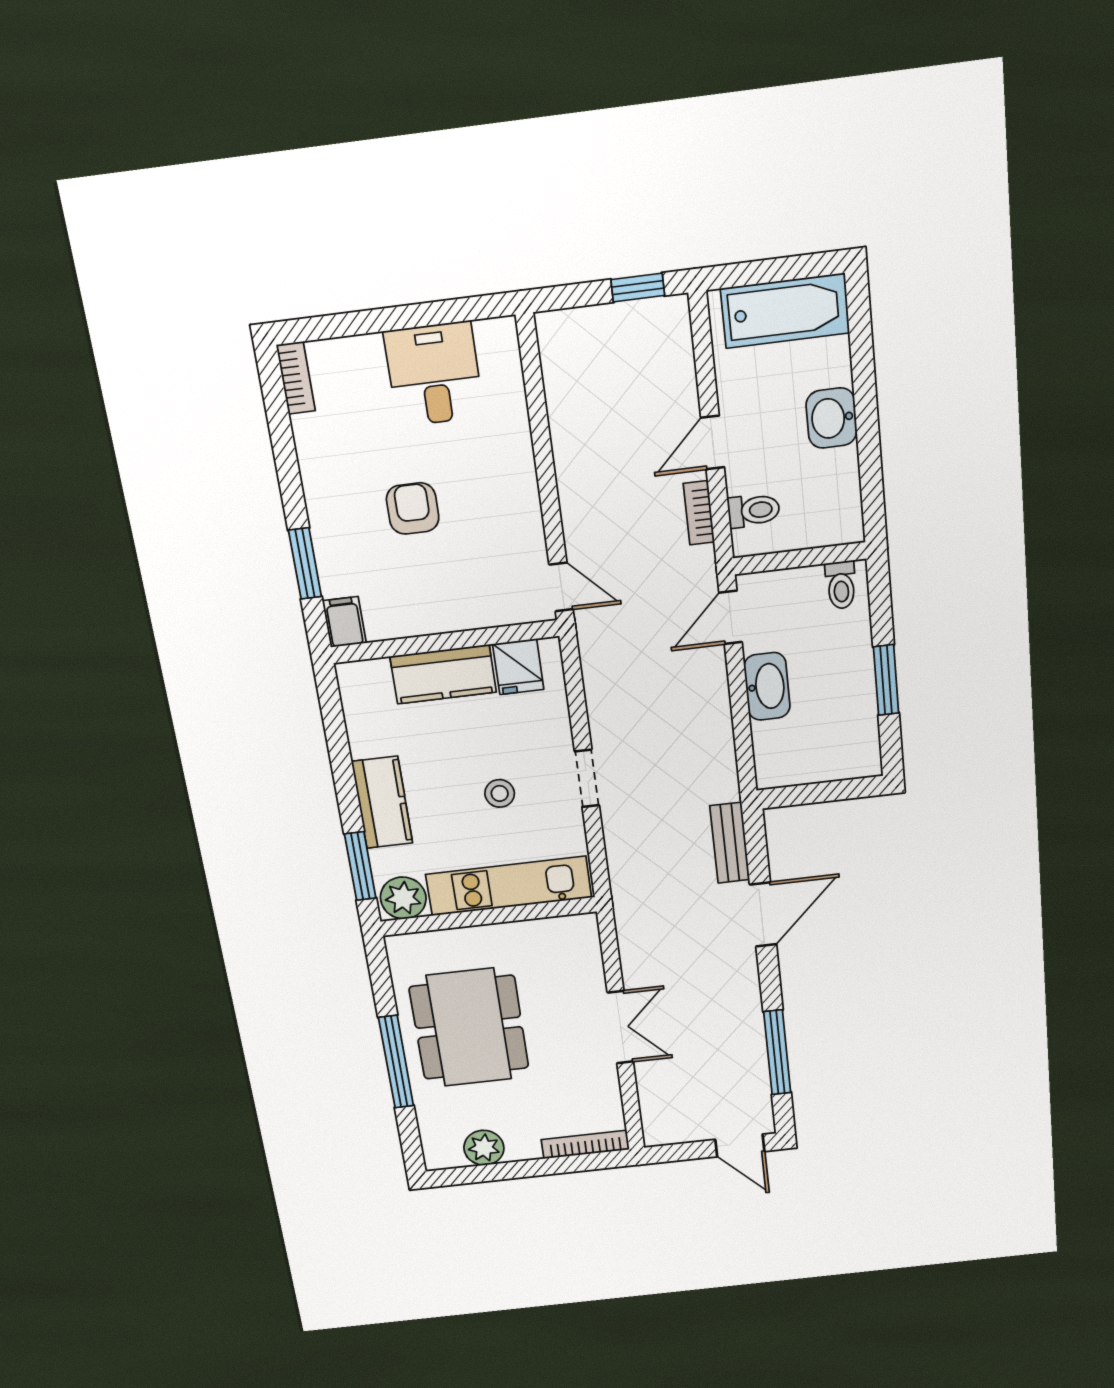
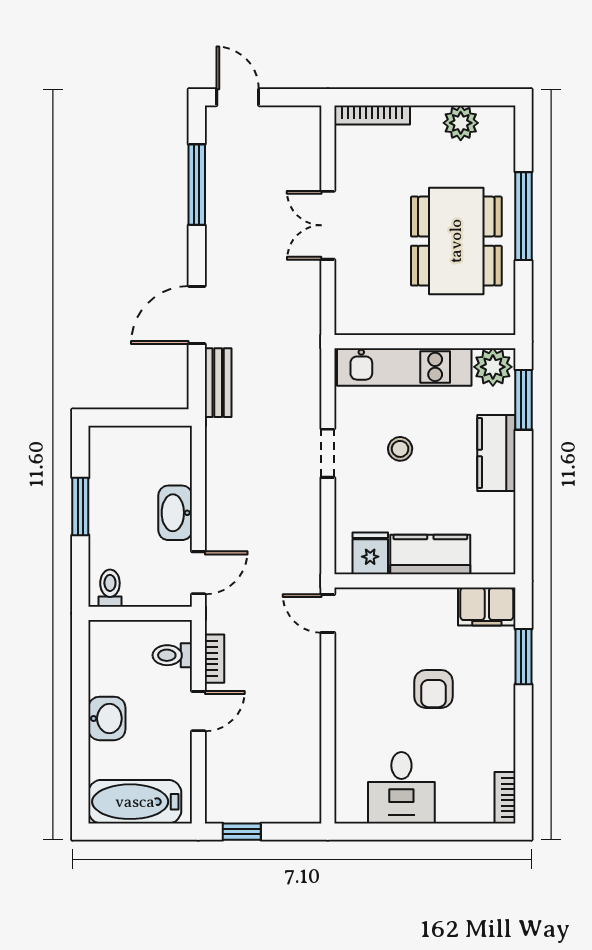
filing cabinet: (344, 622) -> (487, 606), width x2.00

